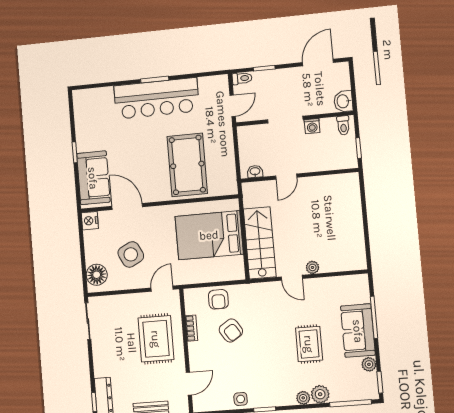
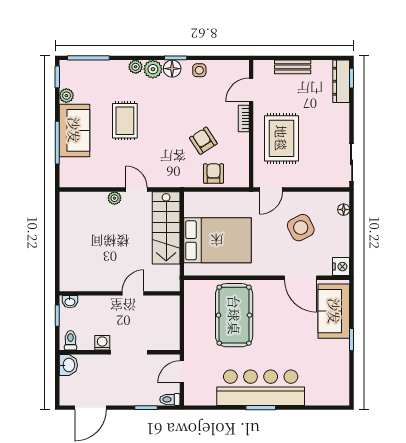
washbasin: (255, 172) -> (70, 302), moved
floor lamp: (97, 275) -> (344, 210), width x0.53, depth x0.53
bookcase: (192, 328) -> (244, 118), moved
plant: (320, 394) -> (153, 69), moved
floor lamp: (267, 399) -> (172, 69), added

